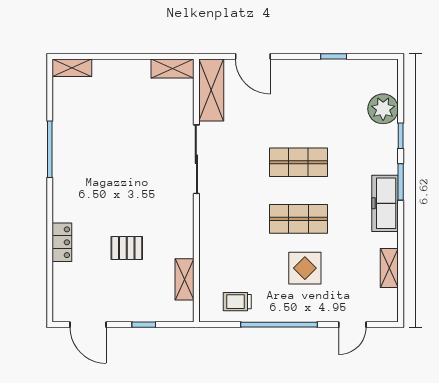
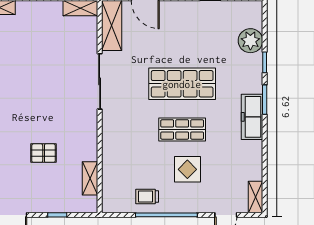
shop shelf: (298, 162) -> (182, 84), width x1.43, depth x1.36
shelving: (389, 268) -> (255, 197), moved
trolley: (237, 302) -> (147, 197), moved

